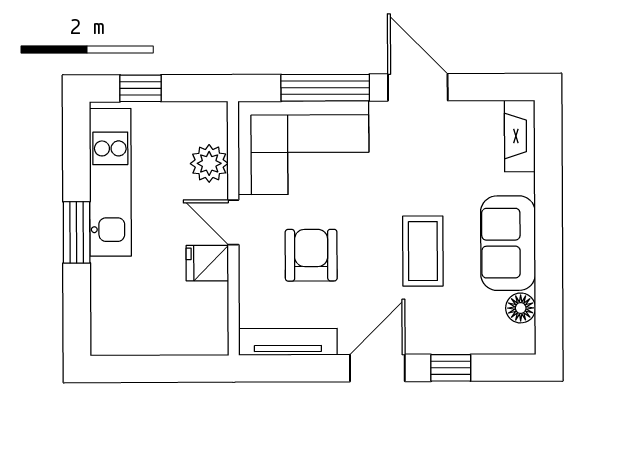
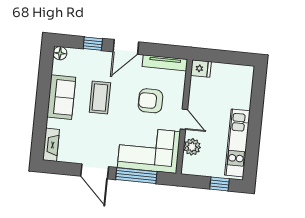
window: (77, 232) -> (255, 122), removed
armchair: (311, 255) -> (150, 101), turned 90
fridge: (207, 263) -> (201, 69), moved
floor lamp: (521, 308) -> (60, 53), moved

